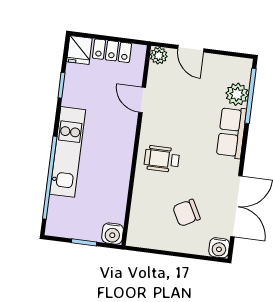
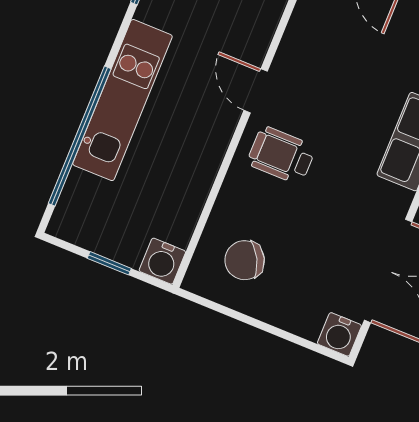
door: (142, 100) -> (256, 91), moved
chair: (186, 213) -> (245, 260), moved

